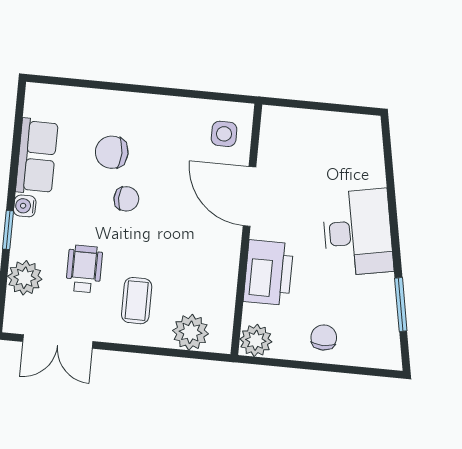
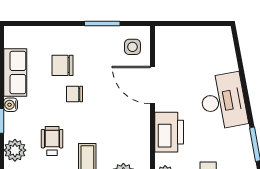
window: (180, 93) -> (102, 23), added
chair: (126, 199) -> (75, 94), turned 180

